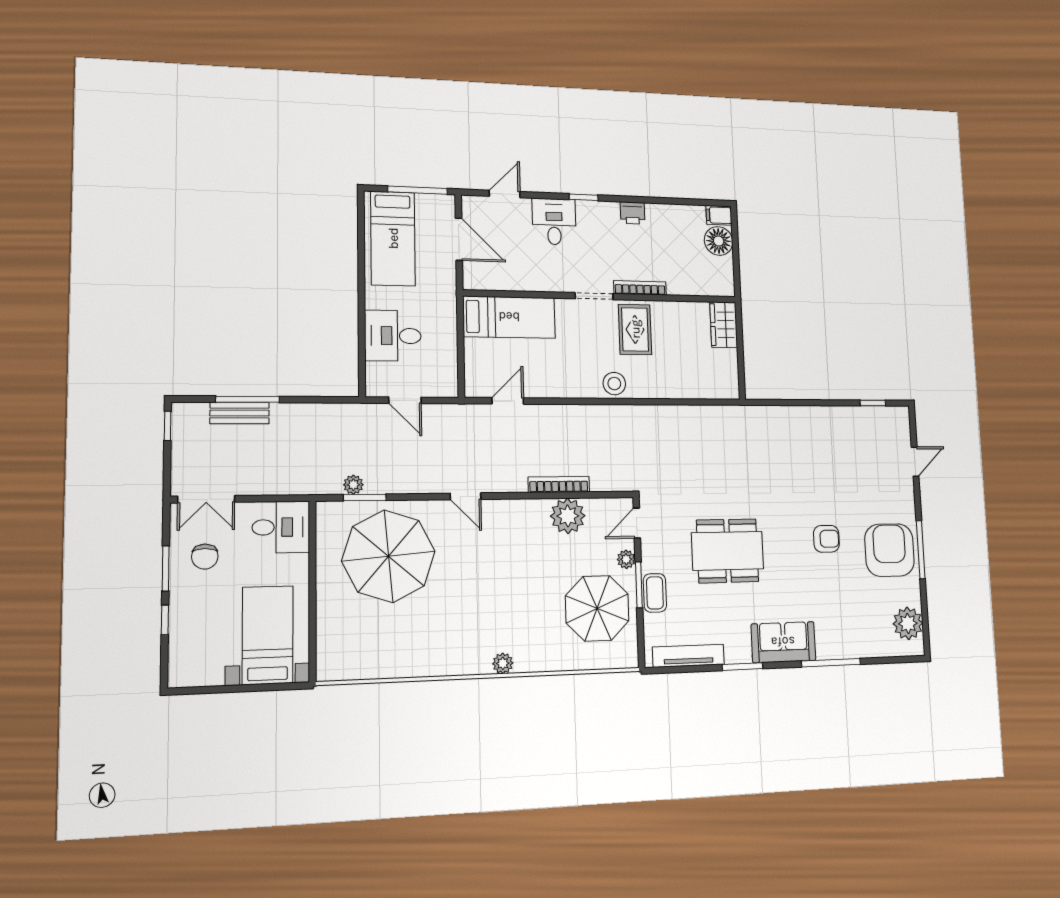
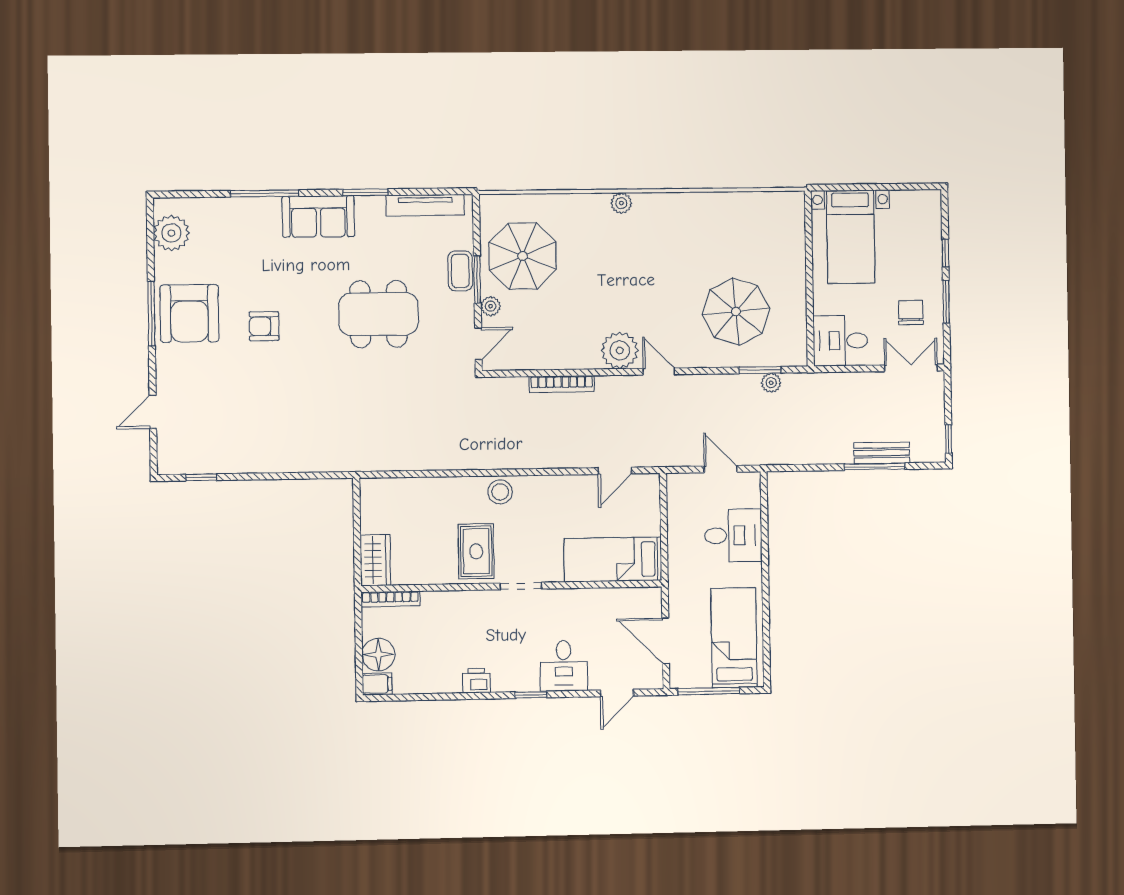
bookcase: (640, 288) -> (390, 599), moved
plant: (568, 516) -> (620, 350), moved
parasol: (389, 556) -> (736, 312), width x0.73, depth x0.73

